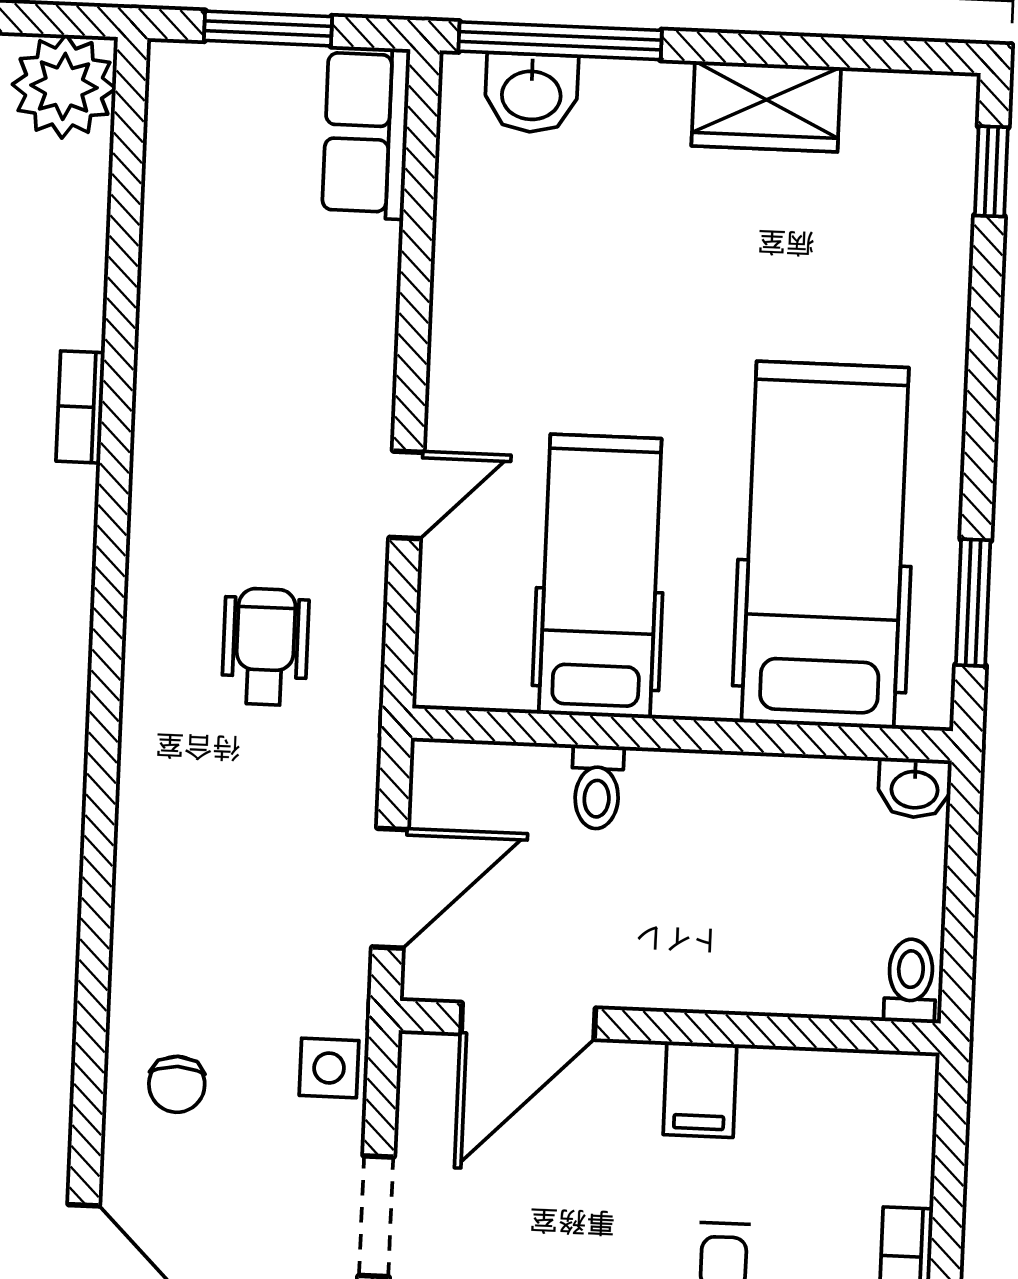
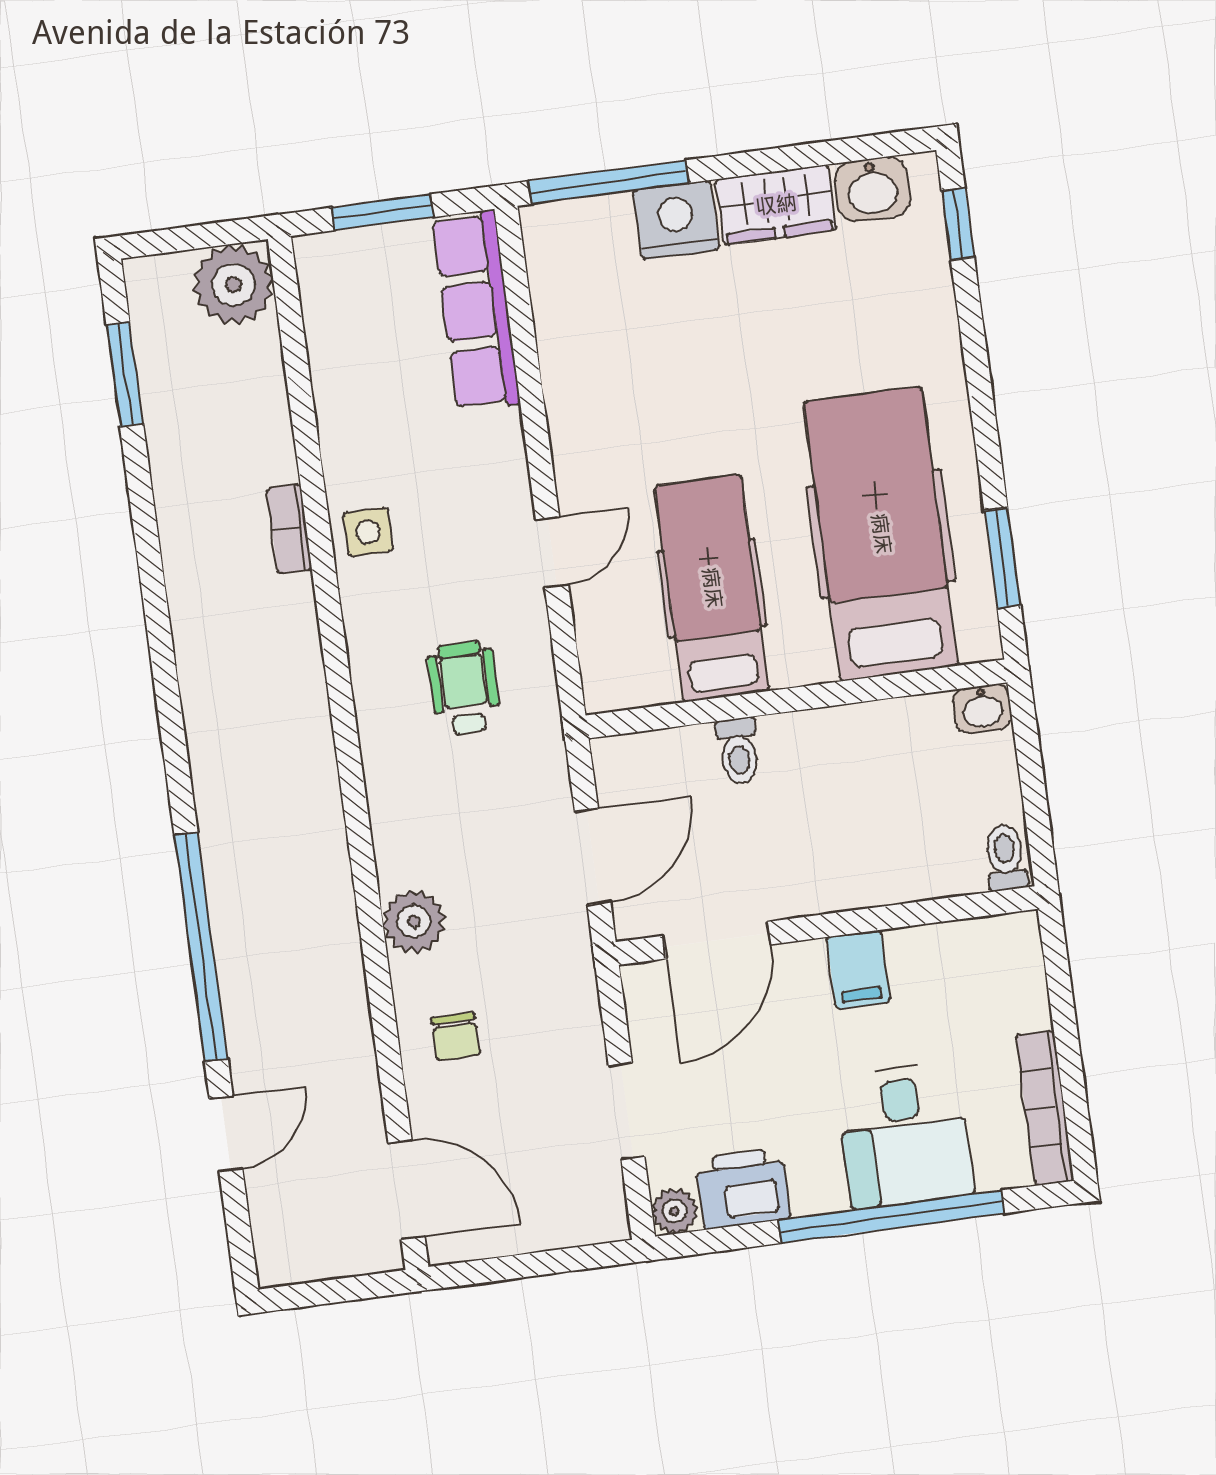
washbasin: (531, 93) -> (872, 189), moved
nightstand: (637, 104) -> (676, 220), added
row of seats: (366, 133) -> (476, 311), width x1.48
plant: (150, 930) -> (414, 921), added
side table: (329, 1068) -> (368, 532), moved

